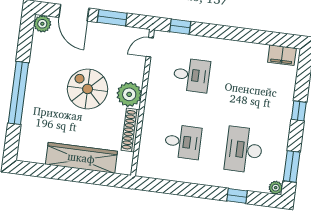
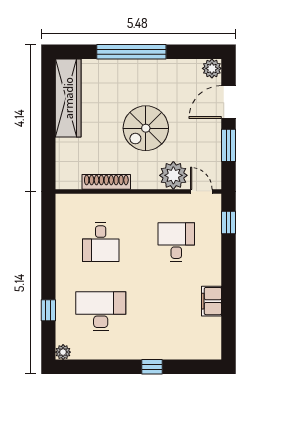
filing cabinet: (282, 55) -> (212, 301), moved
desk: (192, 75) -> (176, 242), turned 180
spiral stairs: (88, 89) -> (146, 128), turned 180
plant: (129, 94) -> (173, 175), moved
wardrobe: (81, 158) -> (68, 98), moved
window: (292, 166) -> (89, 367), removed

